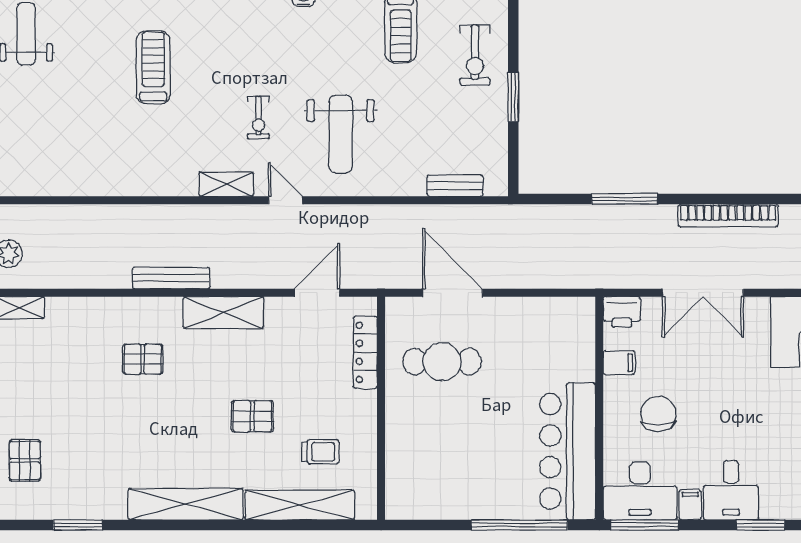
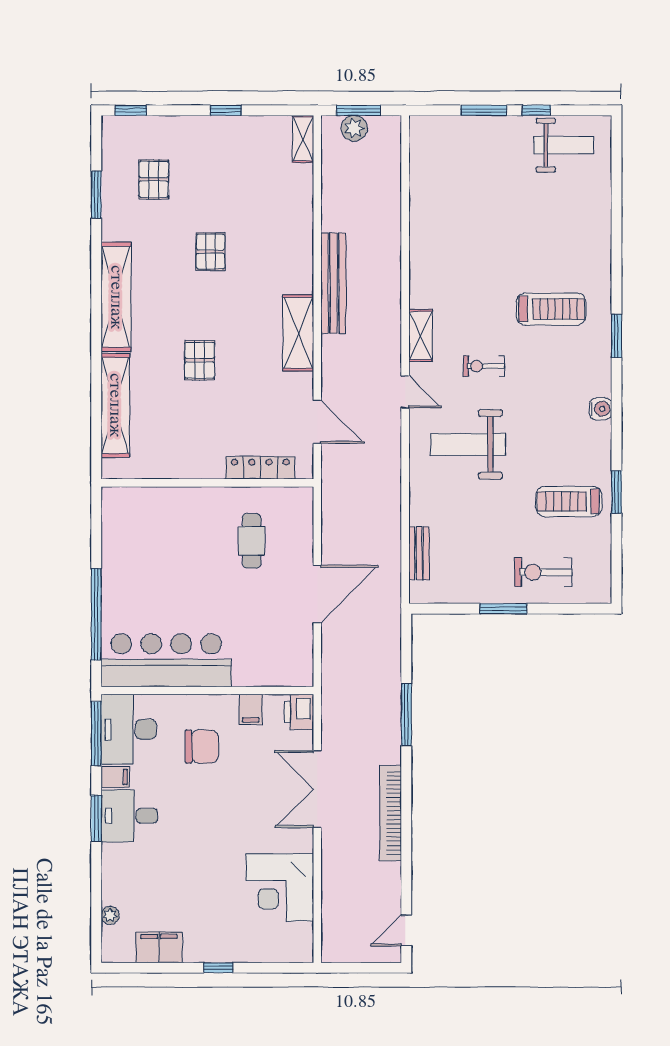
treadmill: (153, 67) -> (551, 309), moved
door: (285, 200) -> (405, 392), hinge flipped
bench: (171, 278) -> (333, 283), width x1.37, depth x1.21
door: (453, 293) -> (317, 594), moved
pallet: (143, 359) -> (211, 252), moved
cafe table: (442, 362) -> (252, 541), width x0.73, depth x0.74
trolley: (320, 452) -> (166, 425), removed
pallet: (25, 460) -> (154, 179), moved, turned 90
window: (760, 525) -> (96, 819), moved

